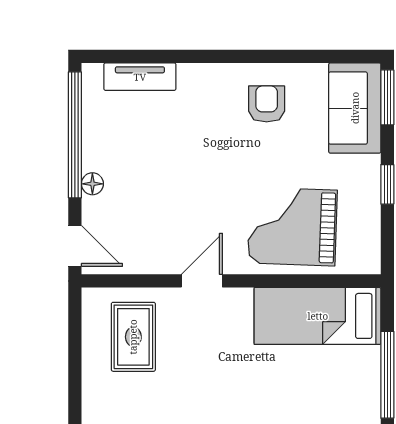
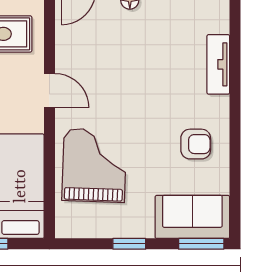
tv unit: (140, 77) -> (218, 64), moved

